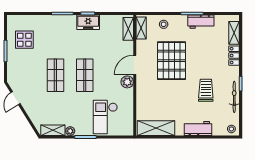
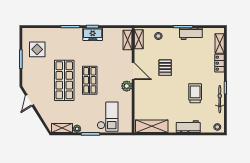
pallet: (172, 61) -> (165, 68), width x0.49, depth x0.50
door: (135, 65) -> (133, 71), swing flipped
shop shelf: (55, 75) -> (64, 80), width x1.43, depth x1.36
checkout: (105, 117) -> (108, 117), turned 180

